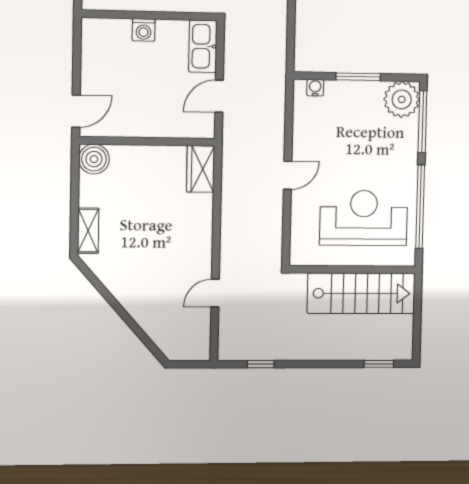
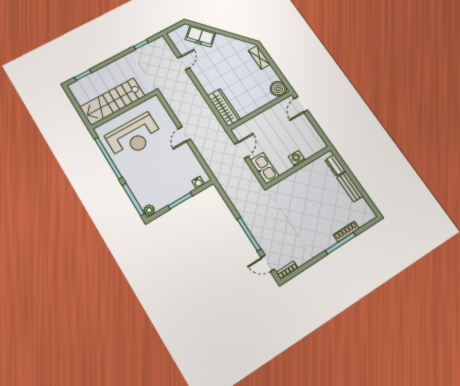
plant: (402, 99) -> (149, 210), width x0.53, depth x0.53
wardrobe: (201, 169) -> (224, 108), width x1.50
freezer: (158, 324) -> (201, 36), added

